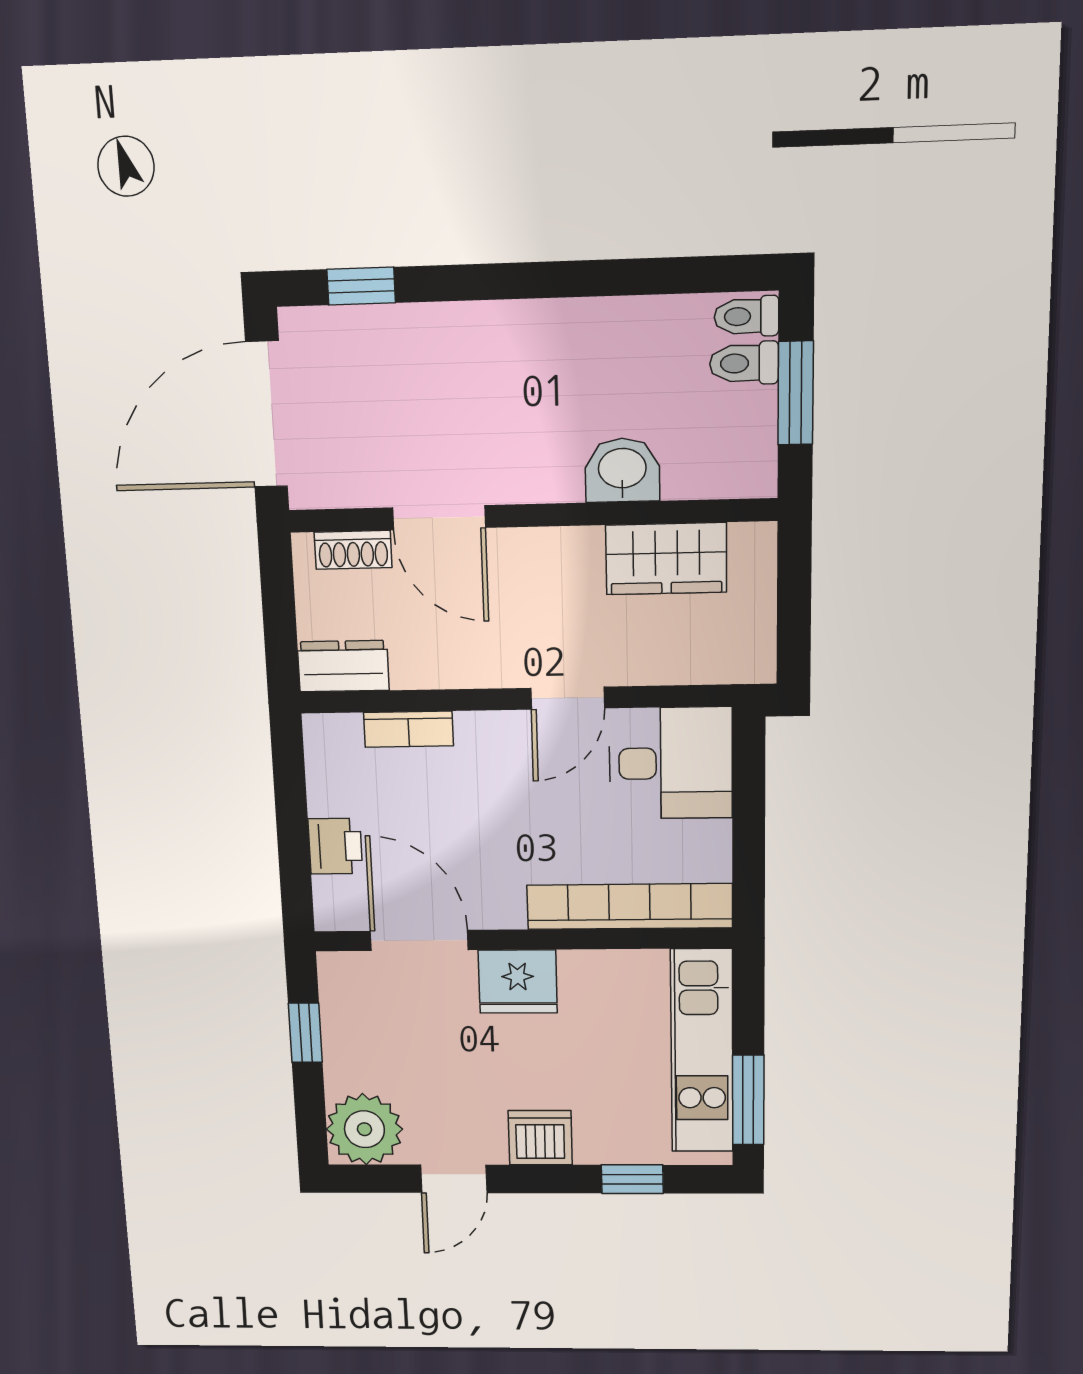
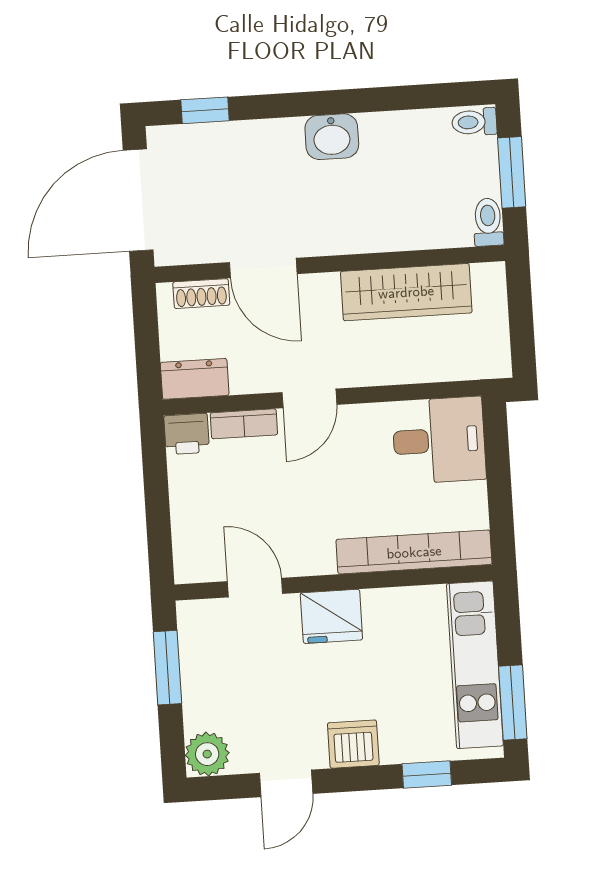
toilet: (744, 363) -> (488, 222), moved, turned 90
washbasin: (622, 470) -> (332, 137), moved, turned 180
wardrobe: (666, 559) -> (406, 292), width x1.50
door: (568, 698) -> (309, 398), moved
printer: (335, 846) -> (187, 434), moved, turned 90
door: (419, 940) -> (255, 588), width x0.73
window: (305, 1033) -> (167, 668), width x1.50
plant: (364, 1129) -> (207, 754), width x0.73, depth x0.73

